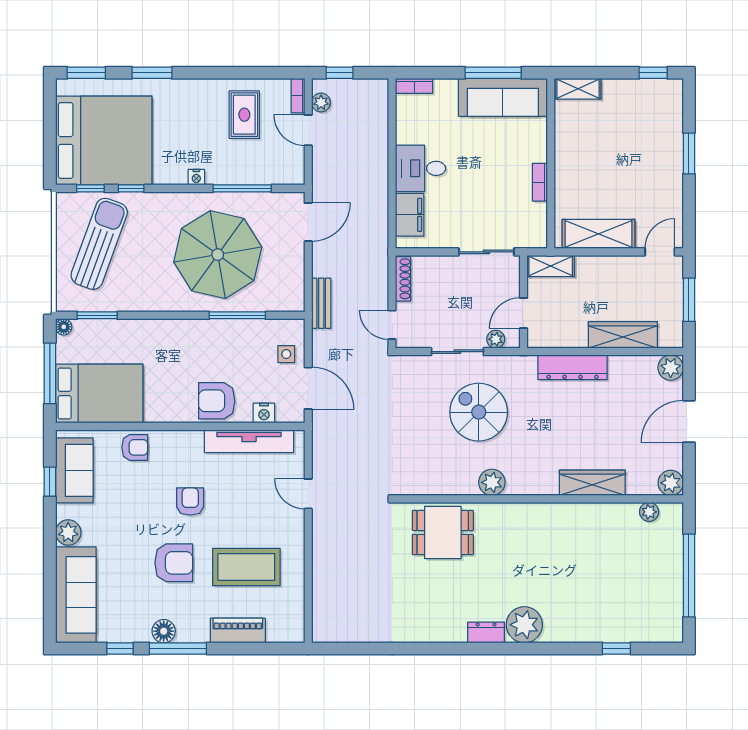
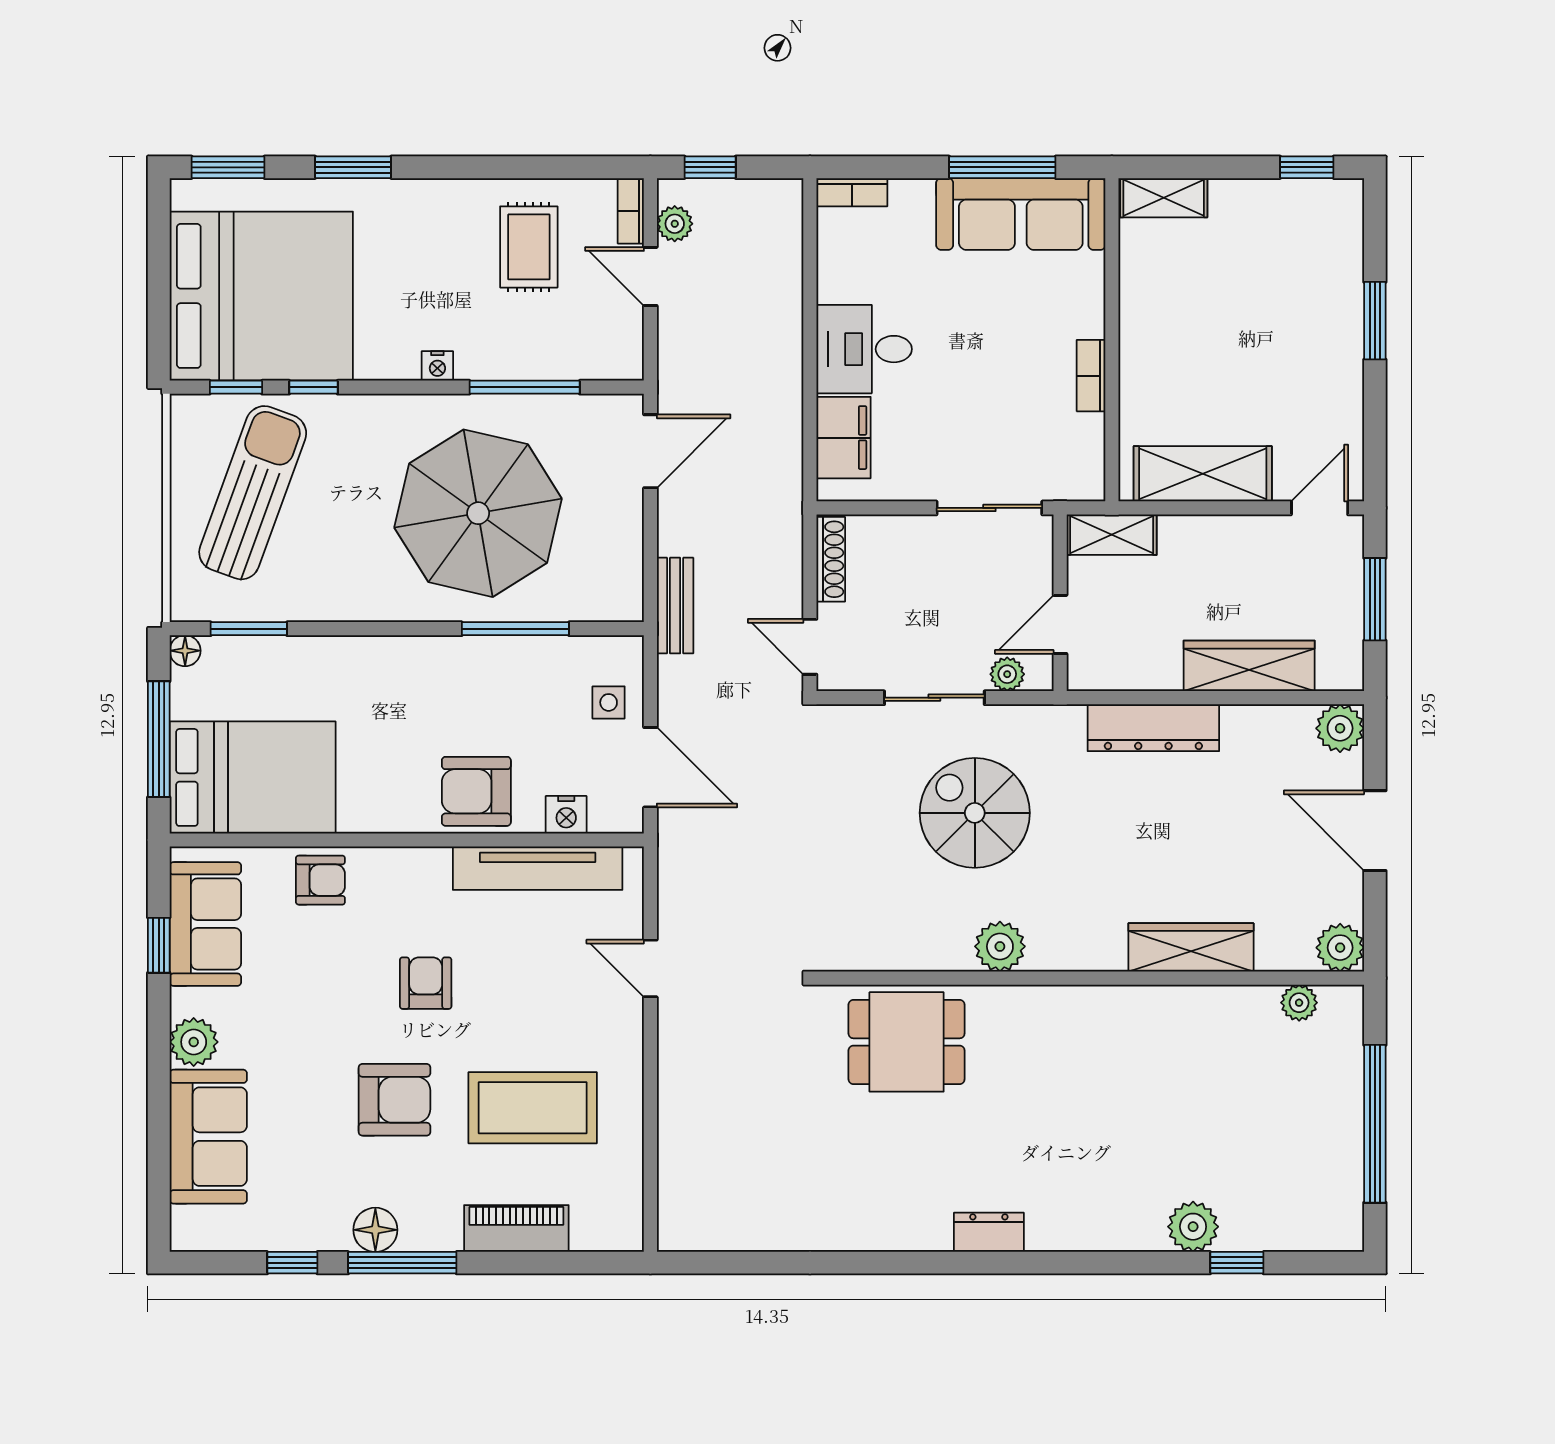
door: (689, 421) -> (1375, 831), hinge flipped
sofa: (76, 595) -> (208, 1137), width x0.73
plant: (524, 625) -> (1193, 1227), moved, width x0.73, depth x0.73

